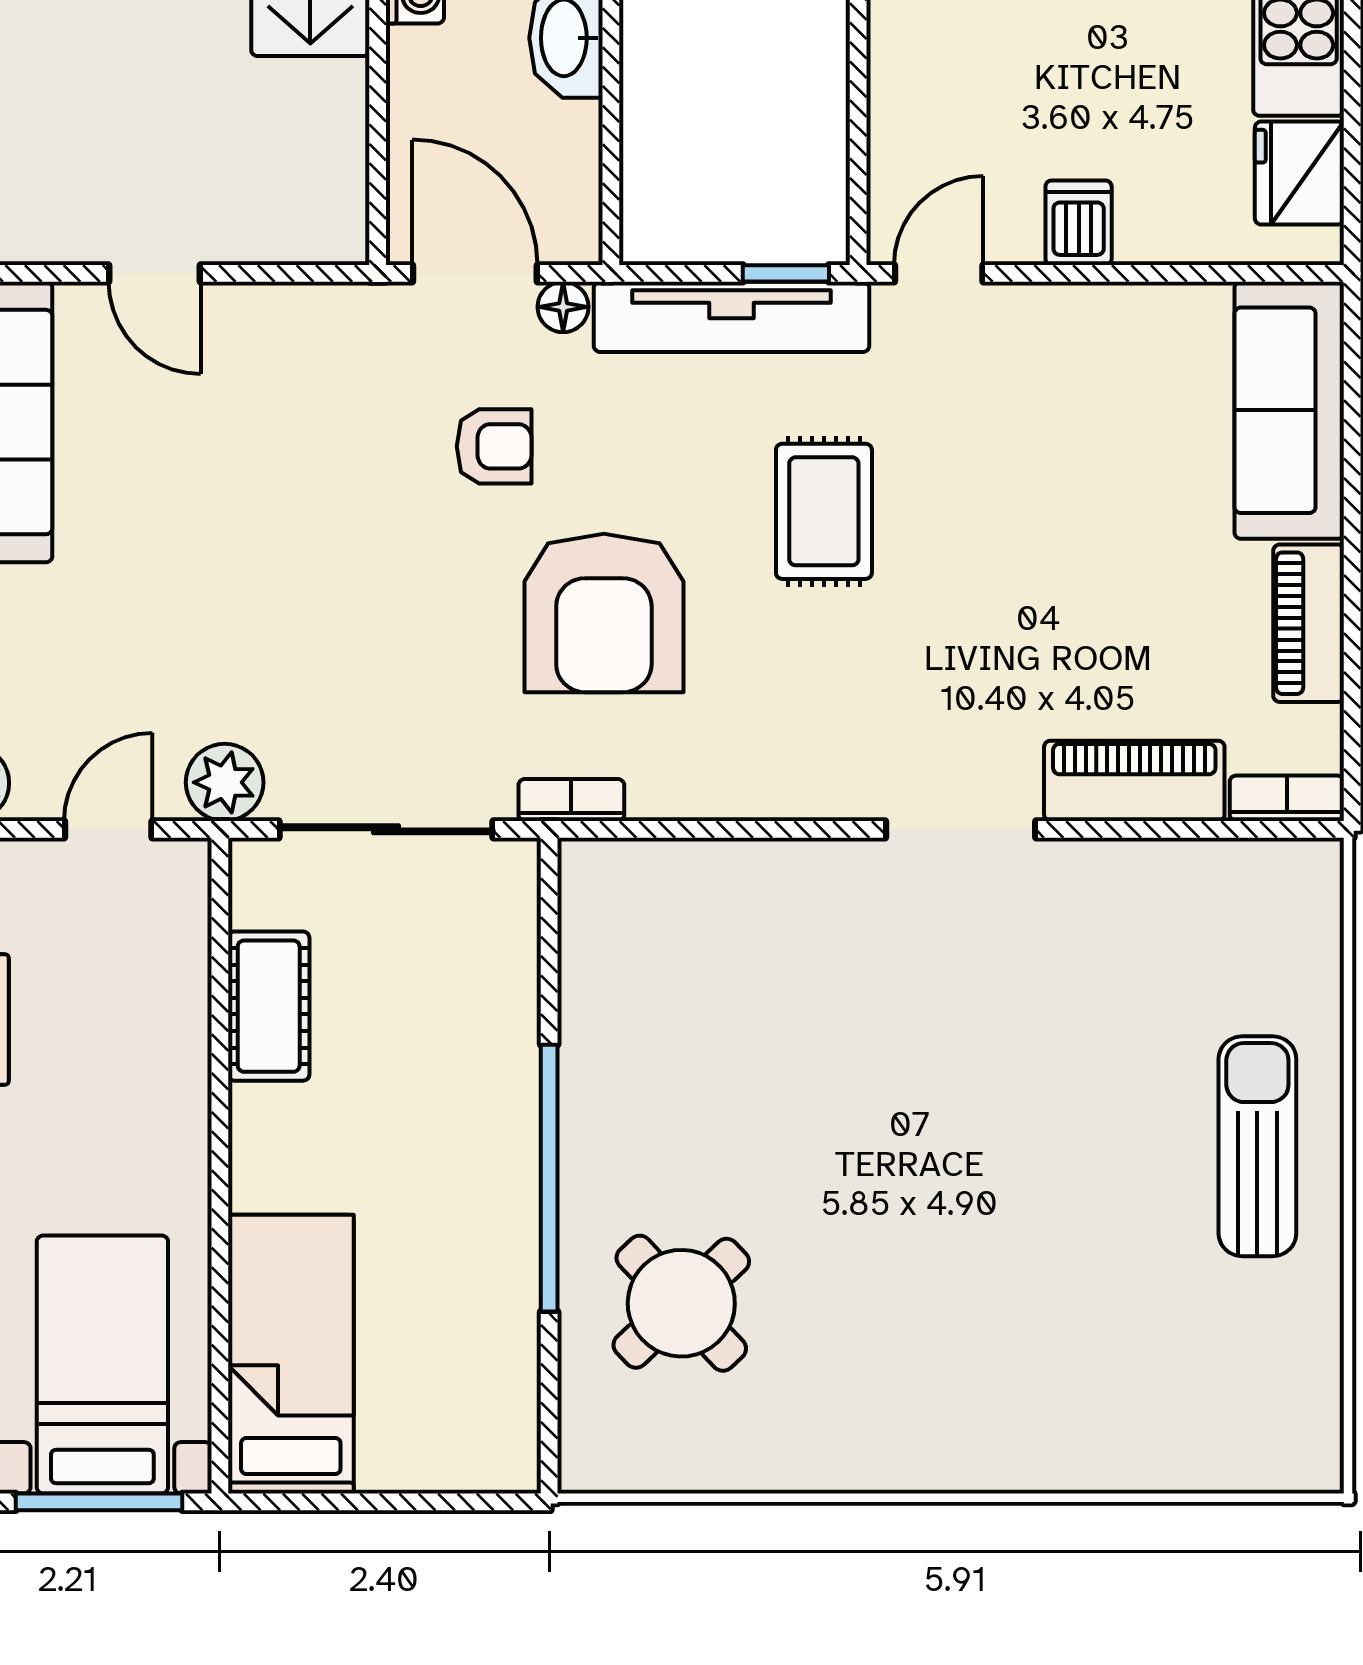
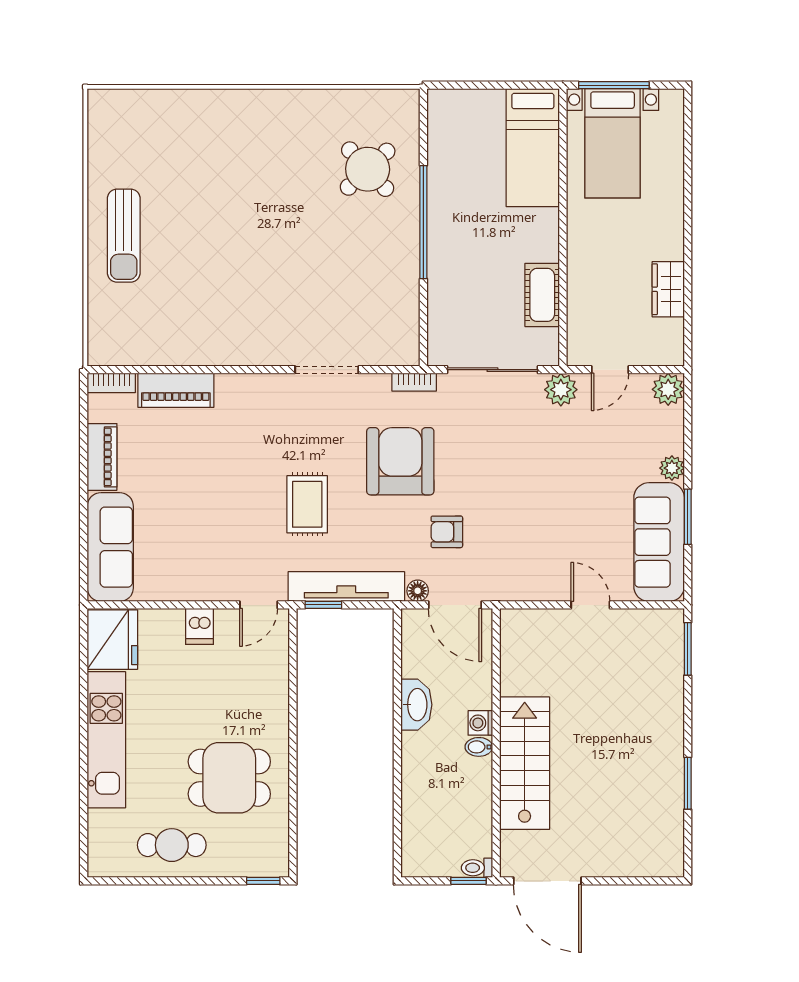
fridge: (1299, 173) -> (112, 640), width x1.36, depth x1.34
doorway: (961, 829) -> (327, 370), moved

